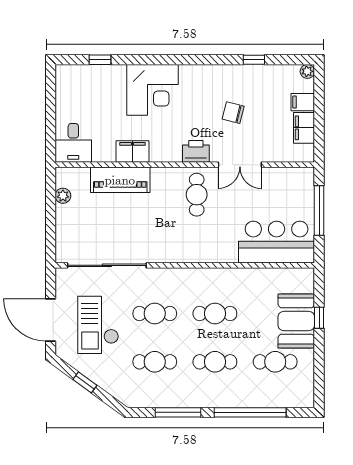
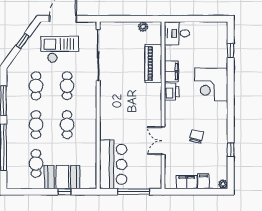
printer: (196, 151) -> (172, 92), moved
cafe table: (197, 195) -> (144, 113), removed

